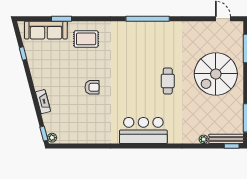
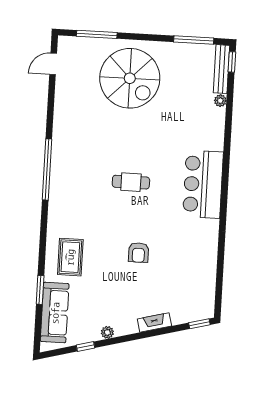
cafe table: (168, 81) -> (131, 182), moved
armchair: (92, 87) -> (138, 253), turned 180
plant: (52, 138) -> (107, 332), moved

